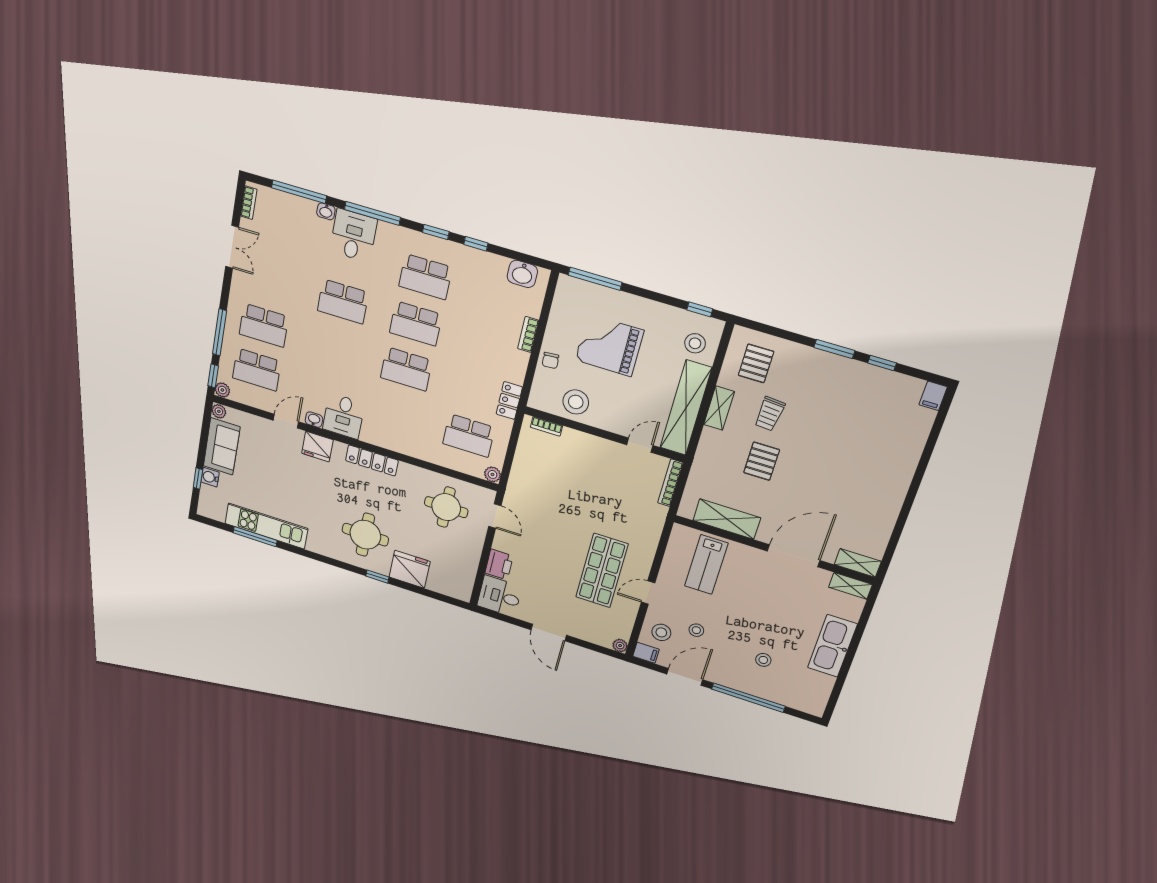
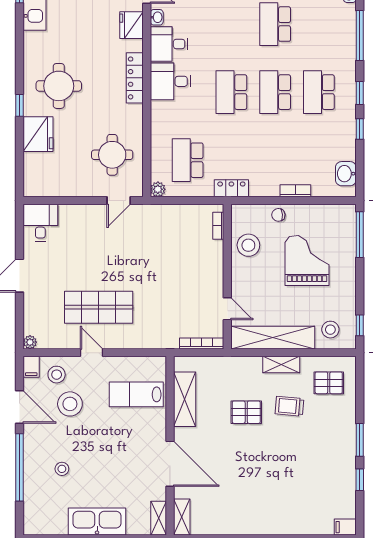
desk: (353, 235) -> (170, 81), moved, turned 180
printer: (499, 564) -> (72, 215), removed
stool: (696, 630) -> (70, 404), width x1.89, depth x1.89

